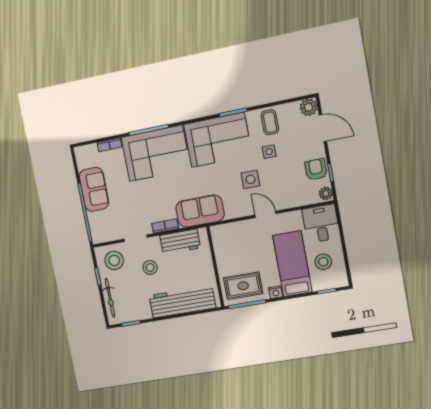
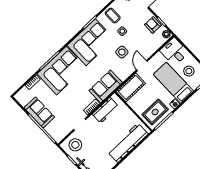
door: (265, 214) -> (142, 66), hinge flipped
cot: (232, 234) -> (131, 87), added
stool: (150, 267) -> (98, 136), removed

